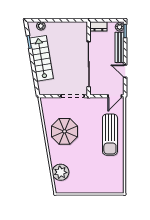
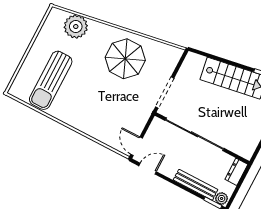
door: (125, 71) -> (148, 169), moved
sun lounger: (110, 135) -> (51, 80), moved, turned -90

